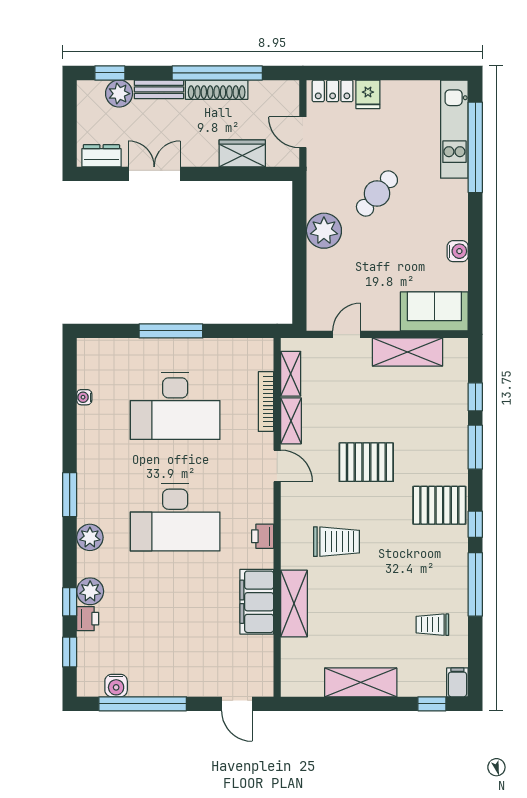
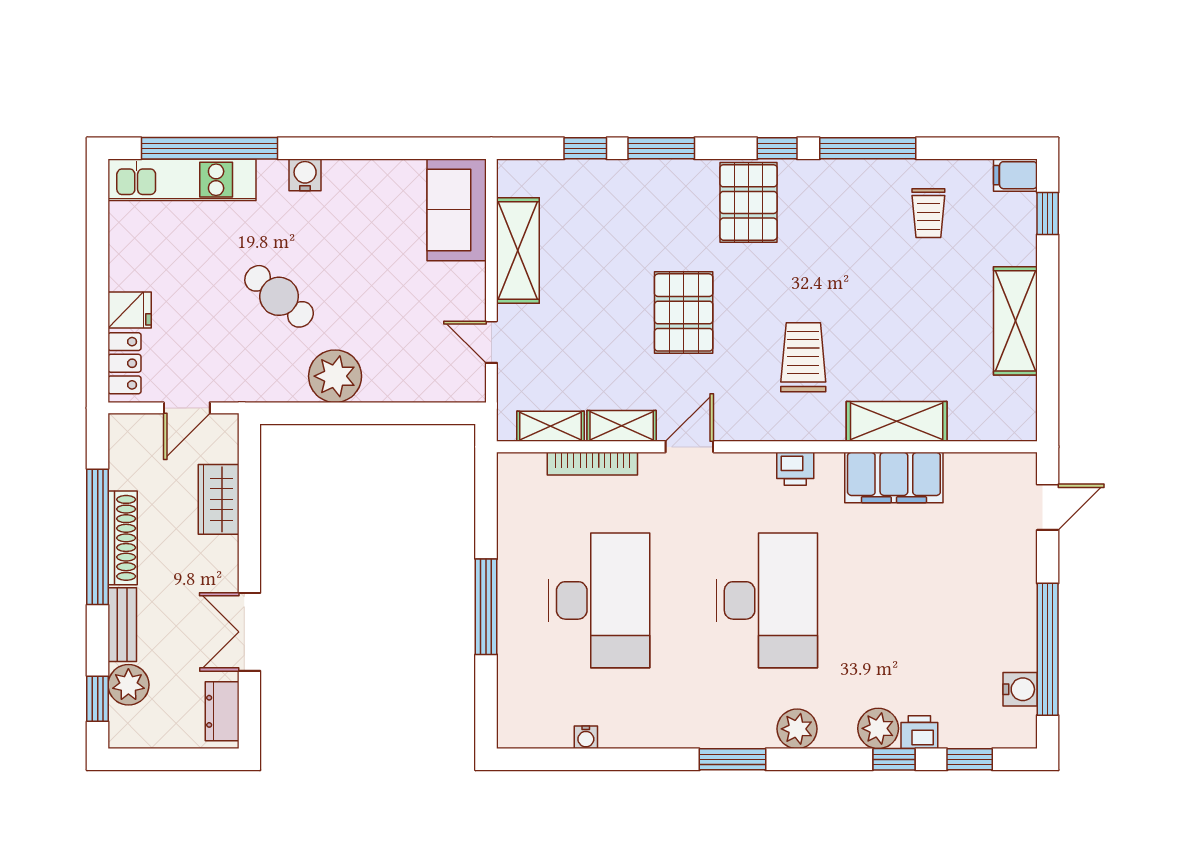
water cooler: (458, 251) -> (305, 175), moved

